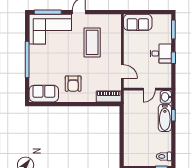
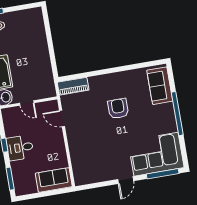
coffee table: (92, 42) -> (104, 147), removed
armchair: (73, 84) -> (118, 109), moved
door: (149, 89) -> (27, 103), swing flipped
sofa: (44, 94) -> (160, 86), moved, turned 90

